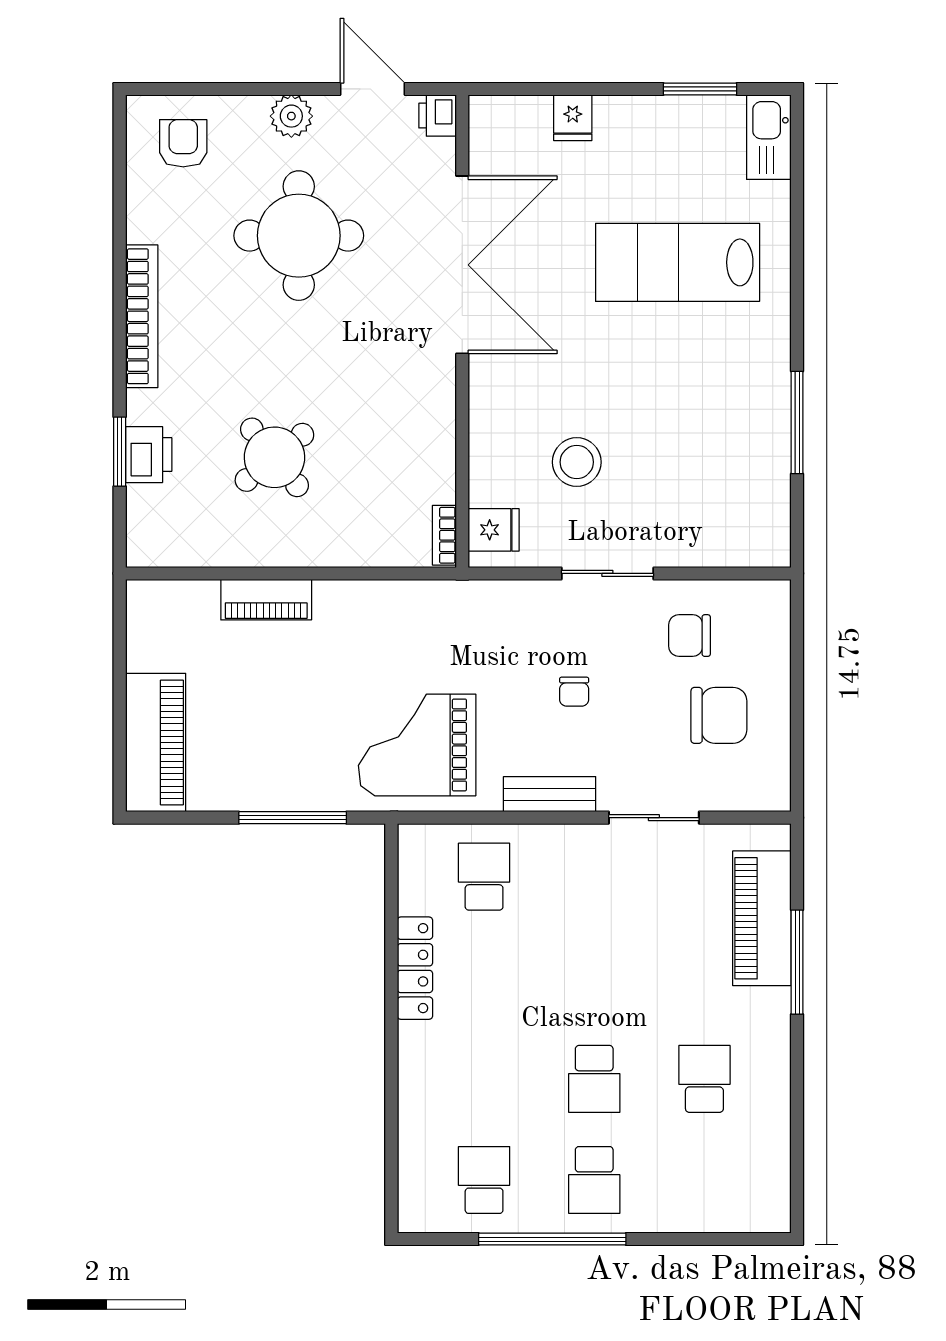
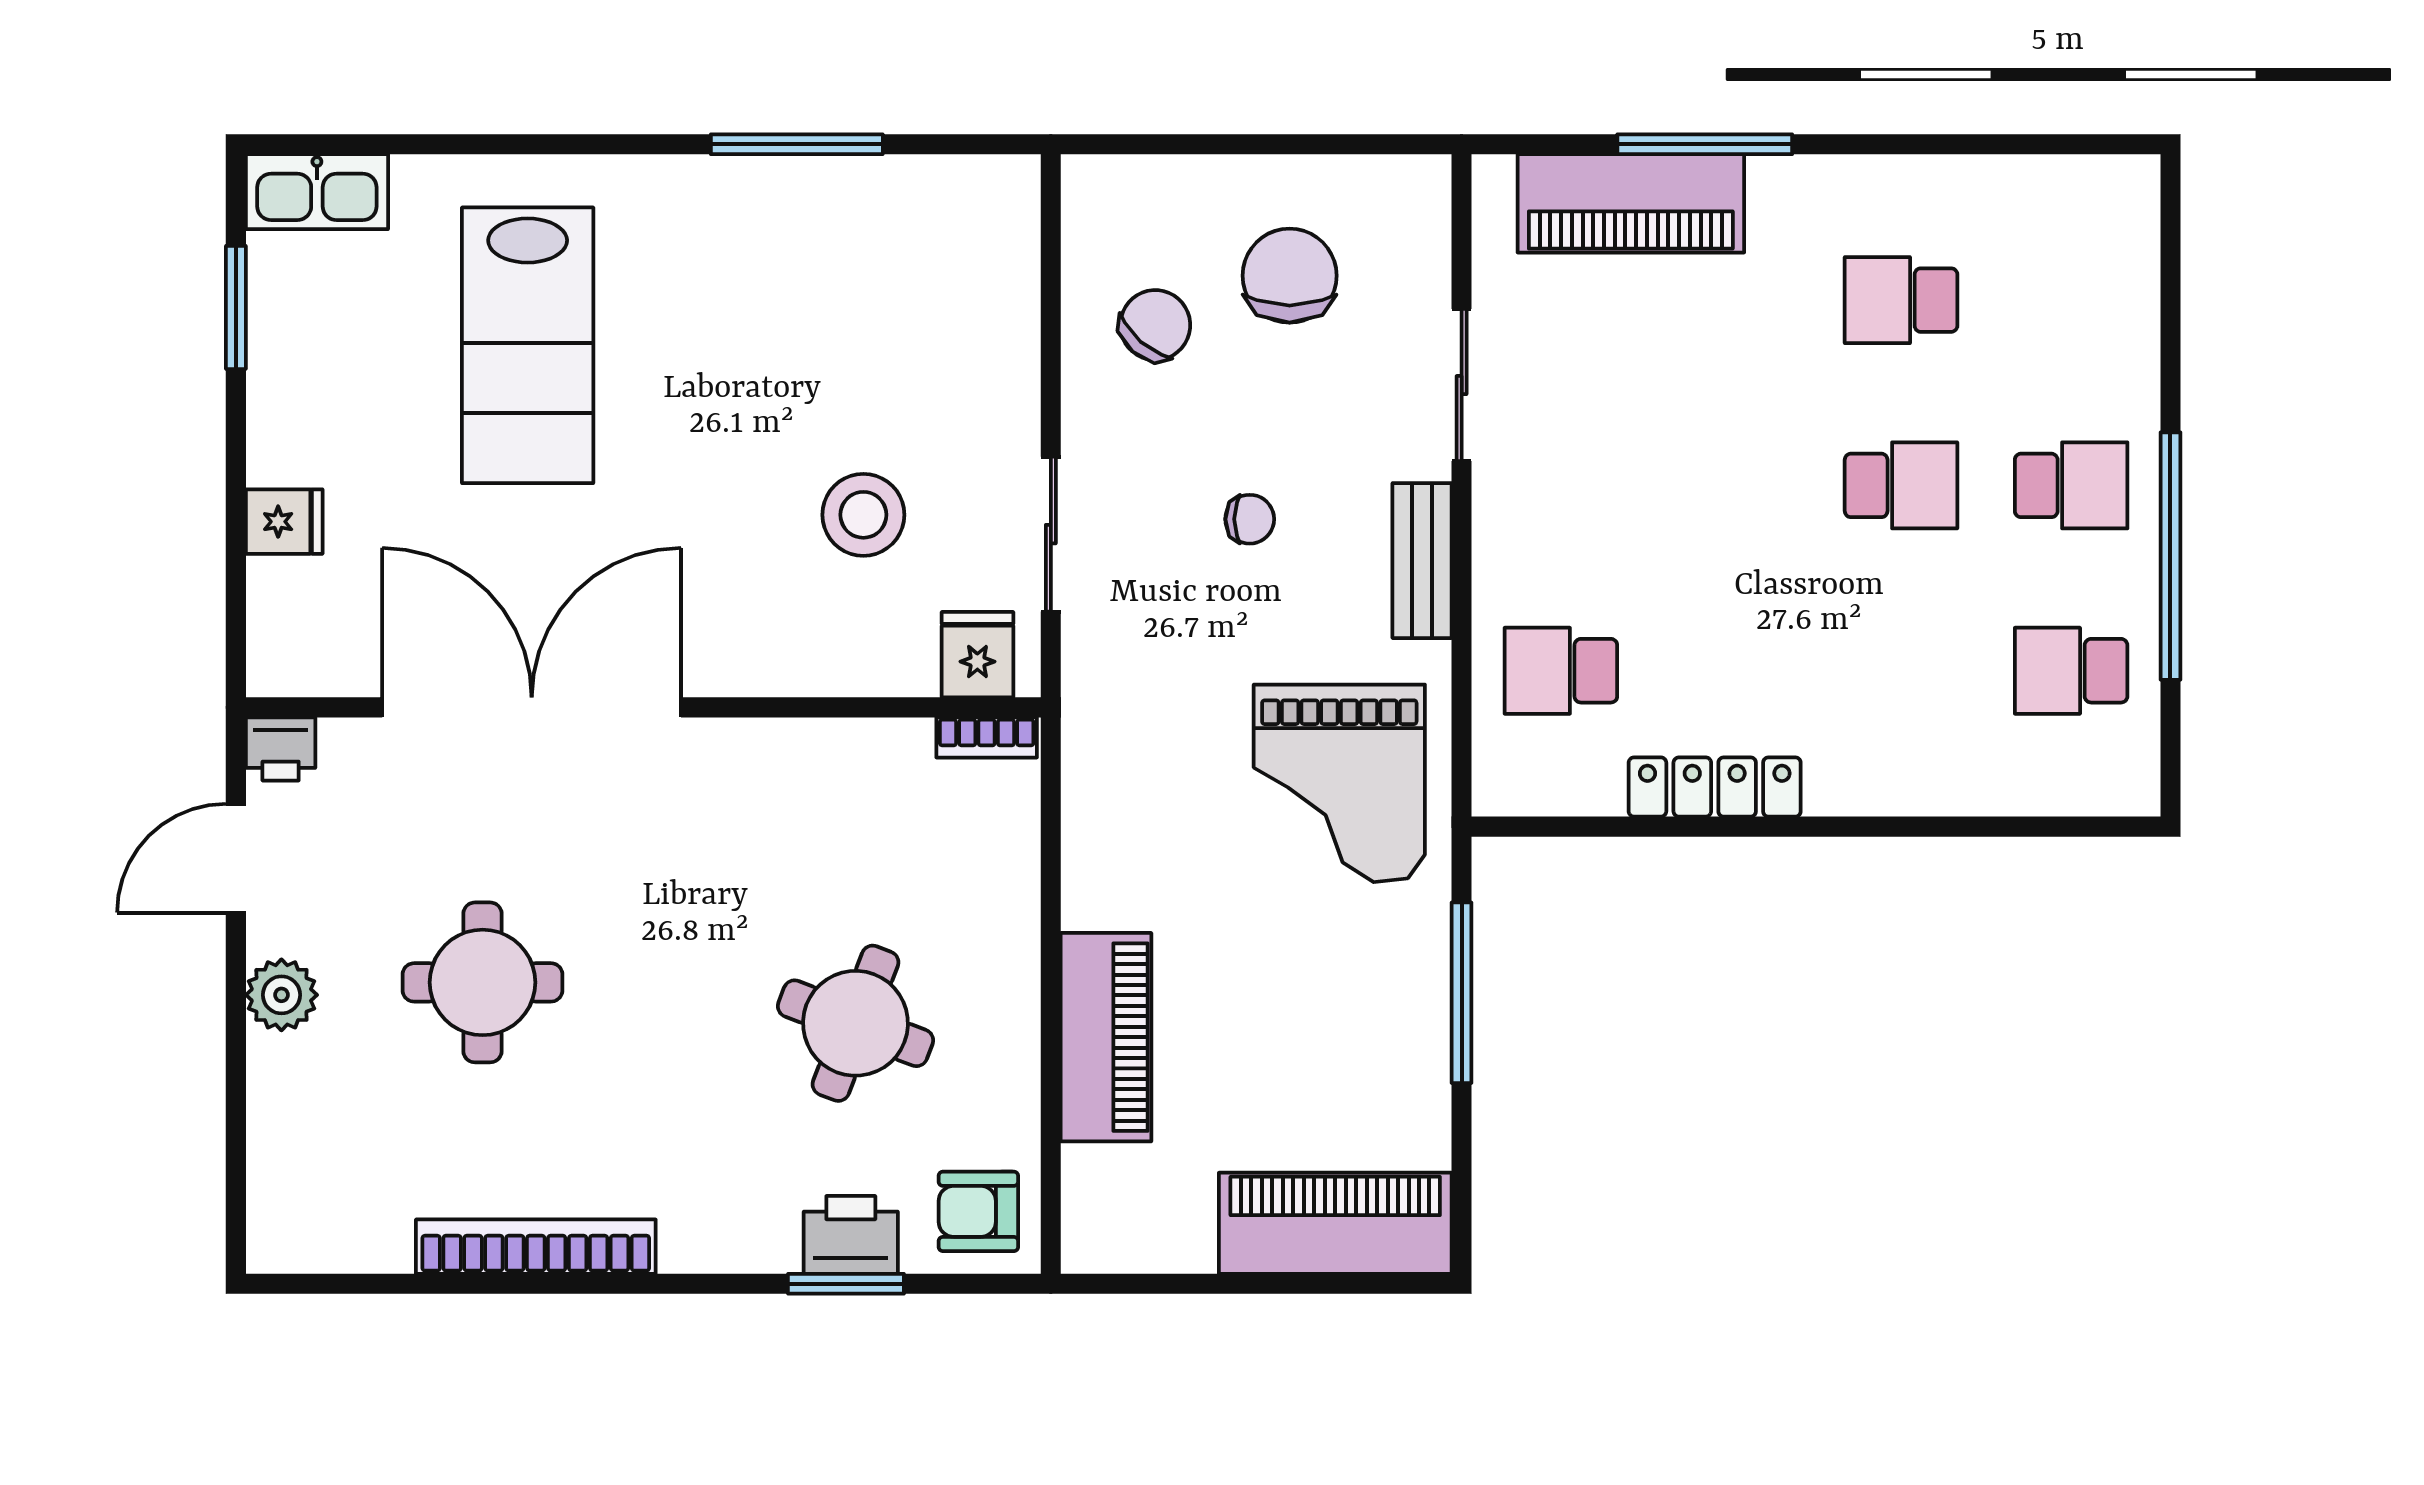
armchair: (183, 143) -> (978, 1211), moved
round table: (299, 236) -> (483, 982), width x0.73, depth x0.73
bookcase: (142, 316) -> (536, 1247), moved
round table: (274, 457) -> (855, 1023), turned -30
sliding door: (607, 573) -> (1051, 534), moved
piano: (266, 600) -> (1106, 1037), width x1.37, depth x1.33
chair: (690, 636) -> (1155, 325), turned -139

